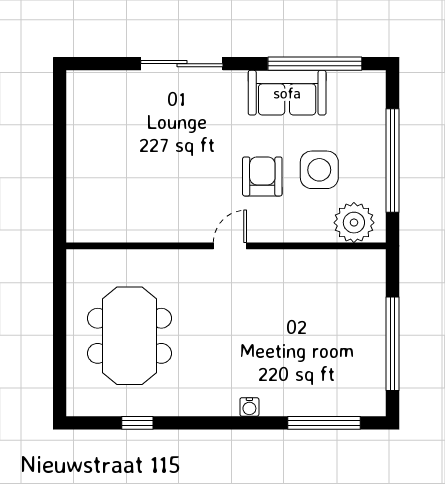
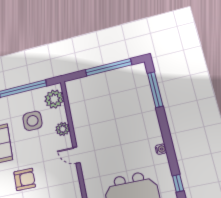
armchair: (262, 176) -> (25, 179), moved, turned 180
plant: (288, 229) -> (63, 129), added
water cooler: (249, 407) -> (161, 149), moved

